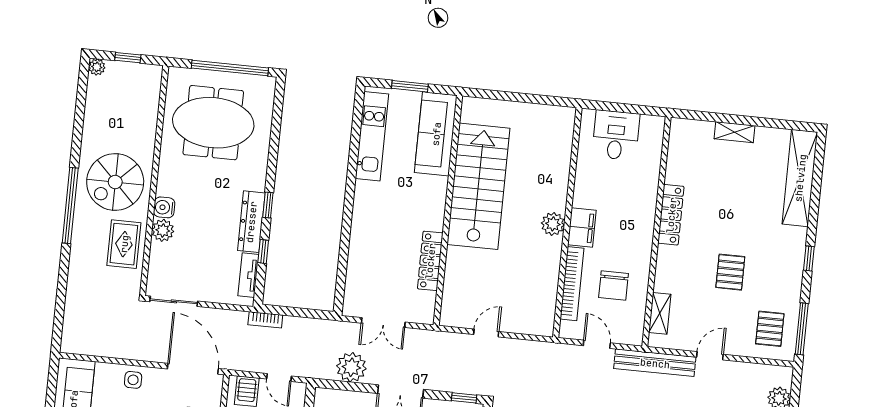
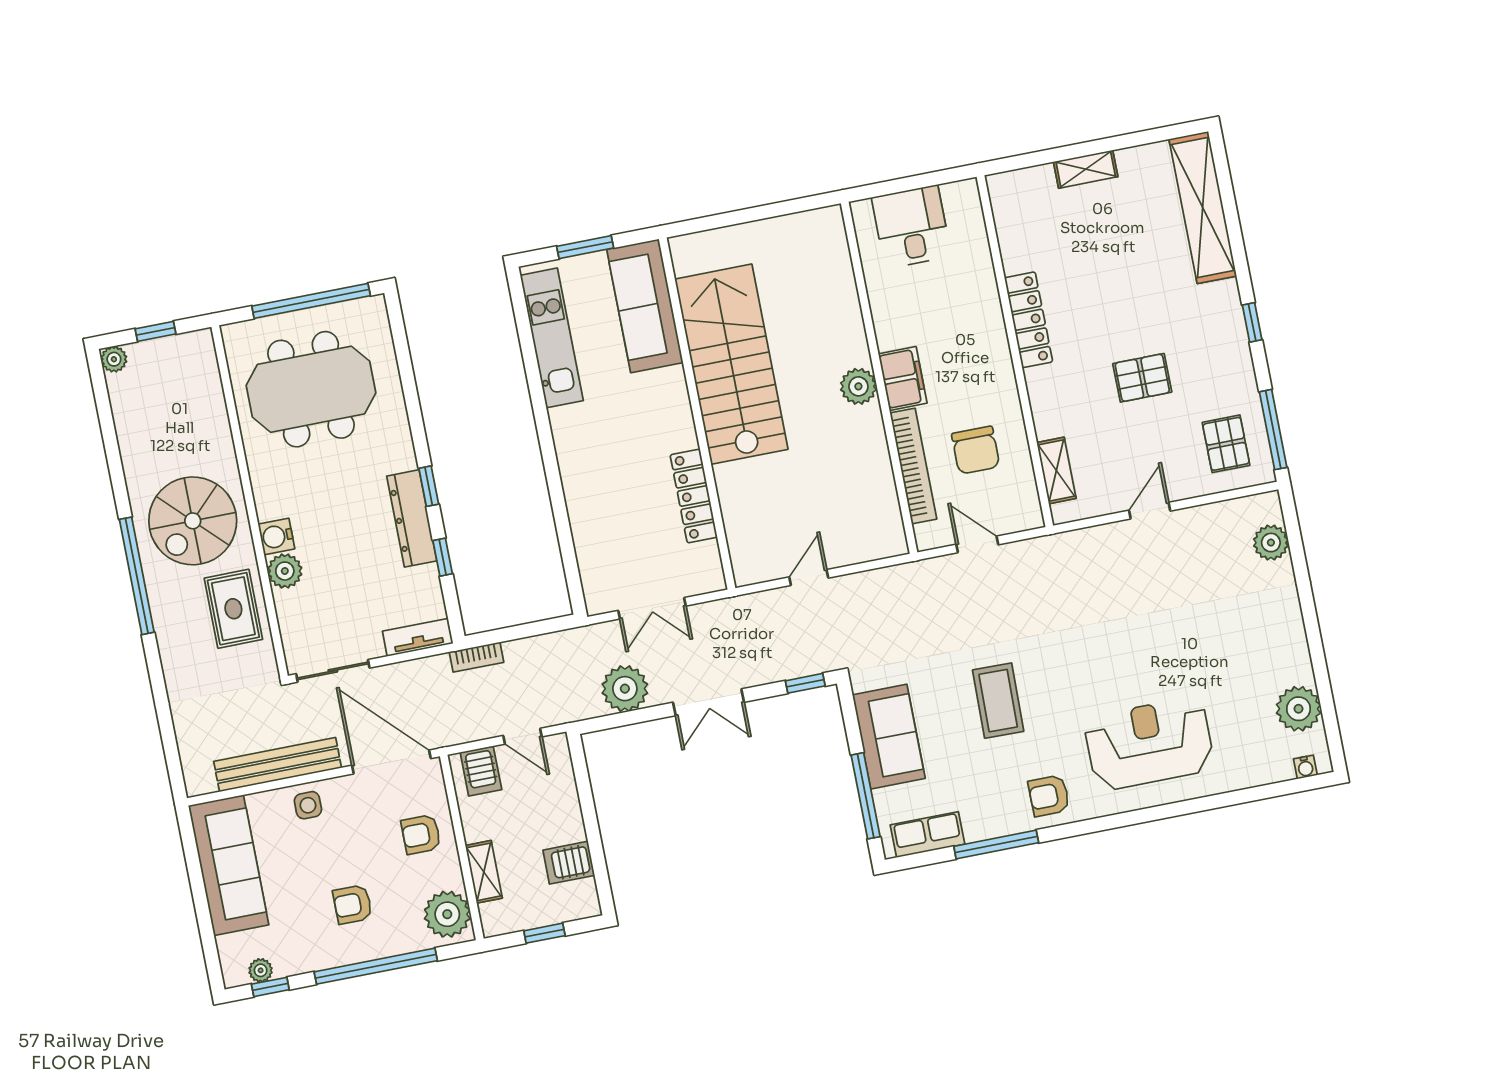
pallet: (730, 272) -> (1142, 378), turned 90
tv unit: (248, 275) -> (418, 637), moved, turned 90
bench: (655, 363) -> (278, 765), moved

